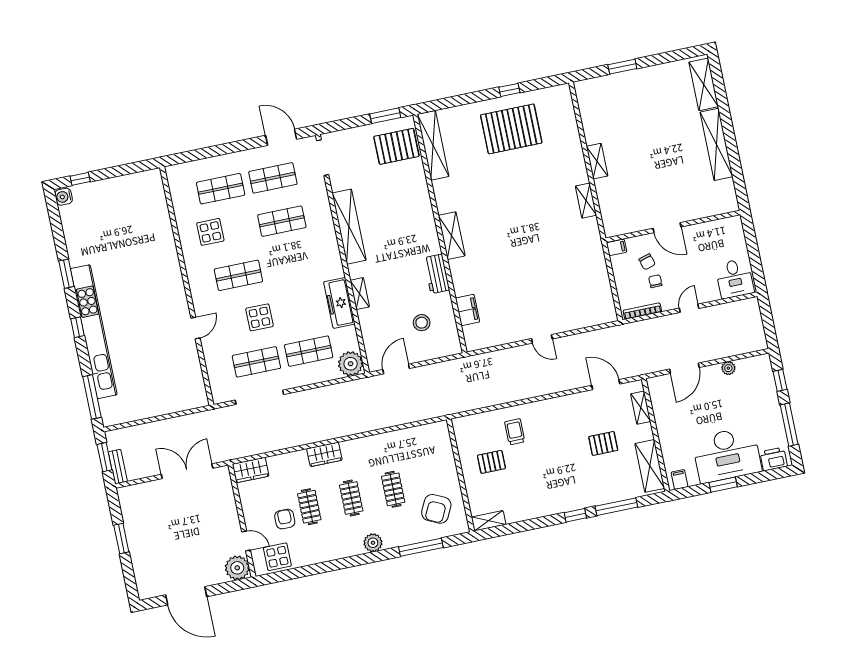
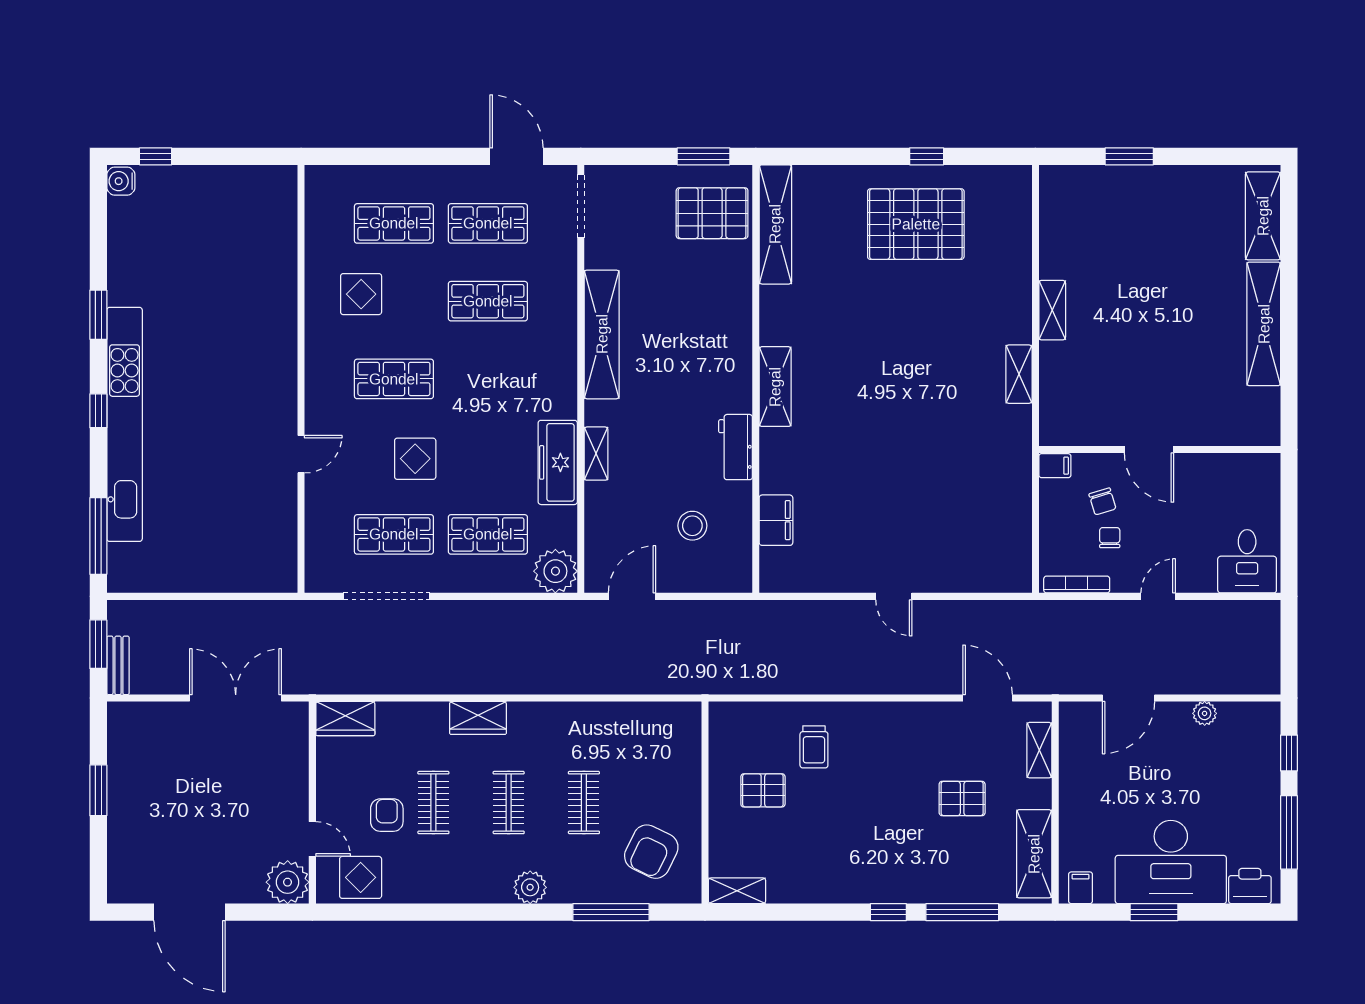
trolley: (515, 432) -> (814, 747), turned 180

